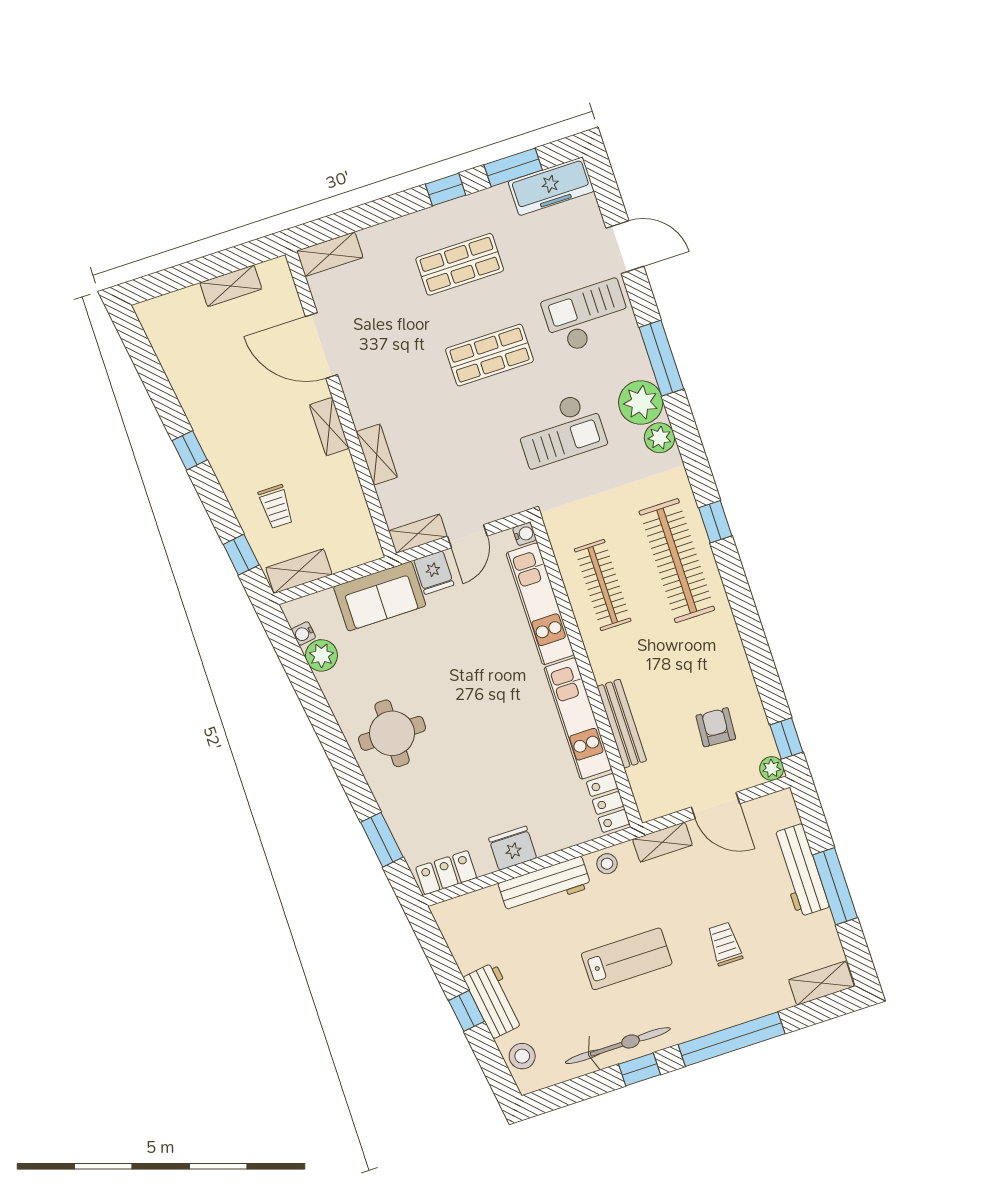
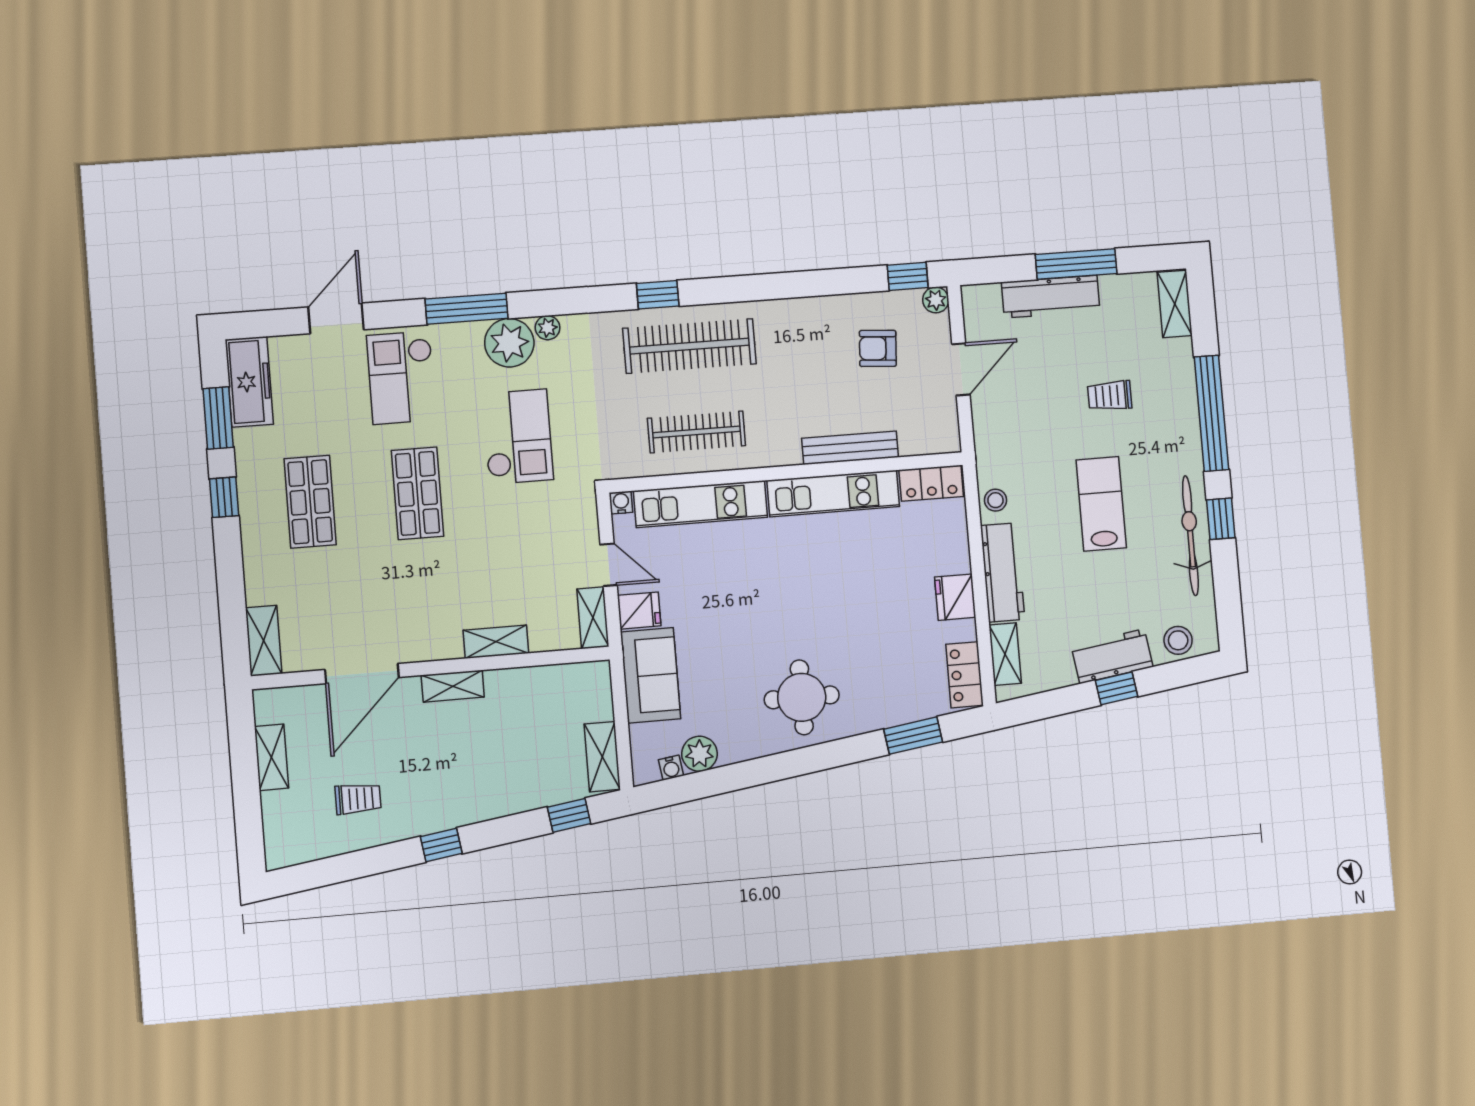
plant: (660, 438) -> (548, 328), width x0.73, depth x0.73
trolley: (276, 507) -> (358, 799), moved
shelving: (662, 842) -> (1005, 654), moved

